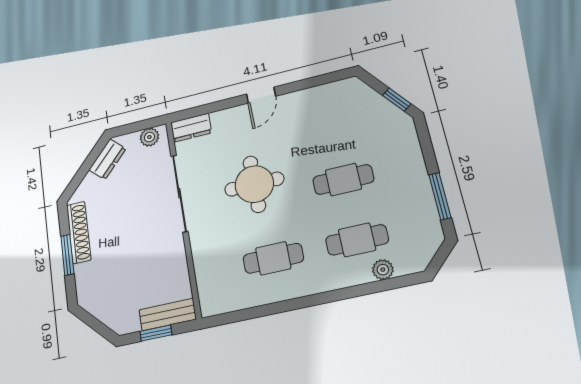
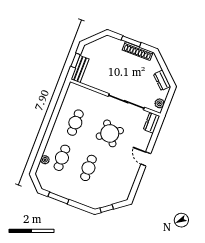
round table: (254, 184) -> (110, 133), turned -36

